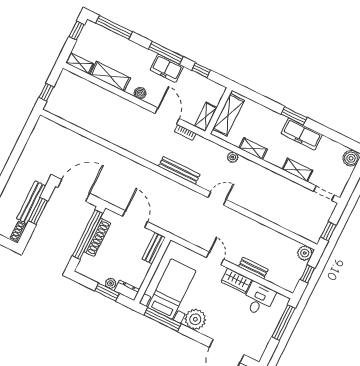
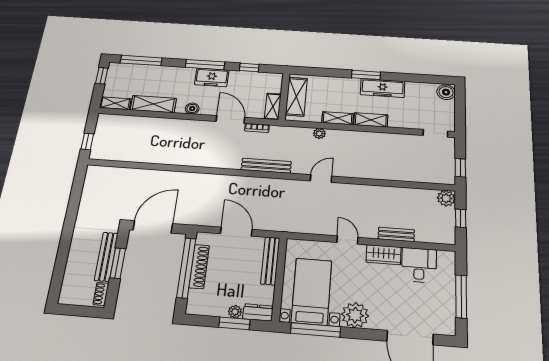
shelving: (297, 170) -> (371, 120), moved
bench: (154, 248) -> (270, 261), width x1.36
window: (283, 323) -> (461, 296), moved

